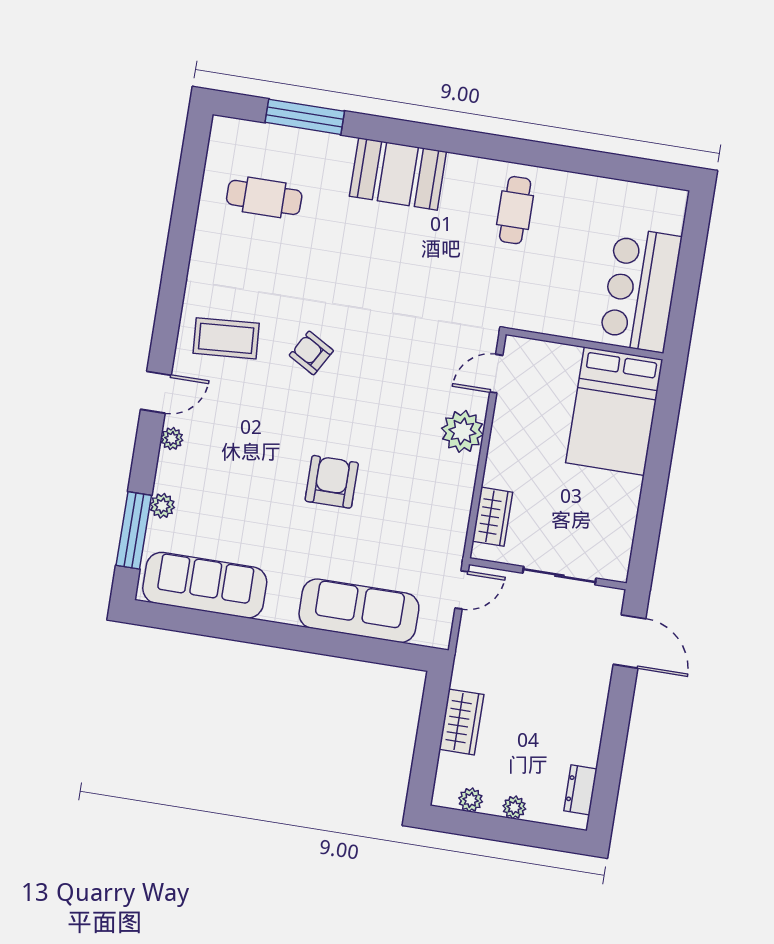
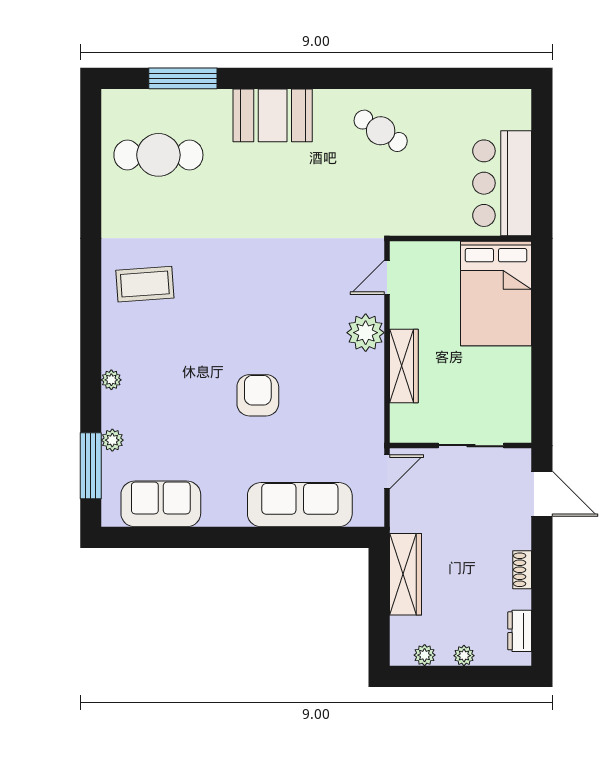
cafe table: (264, 197) -> (158, 155), width x1.37, depth x1.35
cafe table: (515, 210) -> (381, 131), turned -57
armchair: (311, 353) -> (222, 285), removed
door: (156, 392) -> (91, 341), removed
wardrobe: (492, 517) -> (404, 366), moved, width x1.50
sofa: (205, 585) -> (161, 504), width x0.73
wardrobe: (461, 722) -> (406, 574), width x1.50
shoe rack: (594, 722) -> (522, 570), added

